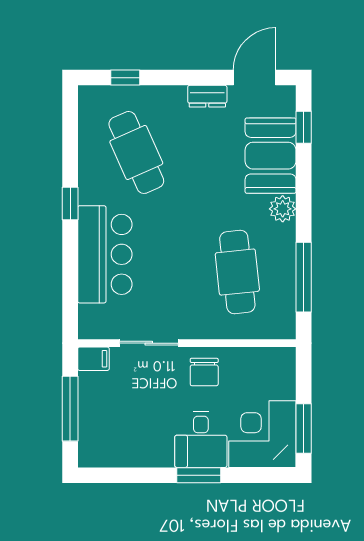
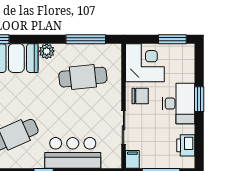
corner desk: (262, 434) -> (145, 63), moved, turned 180
desk: (201, 440) -> (179, 103), width x1.37
printer: (118, 452) -> (186, 145), added

